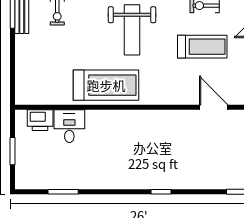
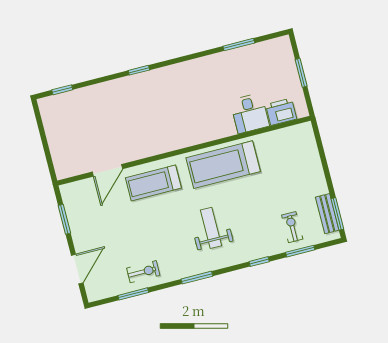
weight bench: (132, 30) -> (211, 228), width x0.73, depth x0.75
treadmill: (202, 47) -> (153, 183), moved
door: (214, 107) -> (107, 170), hinge flipped

